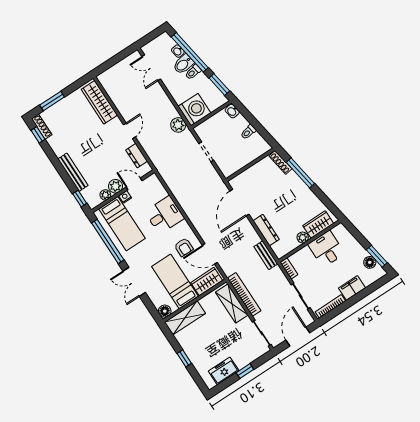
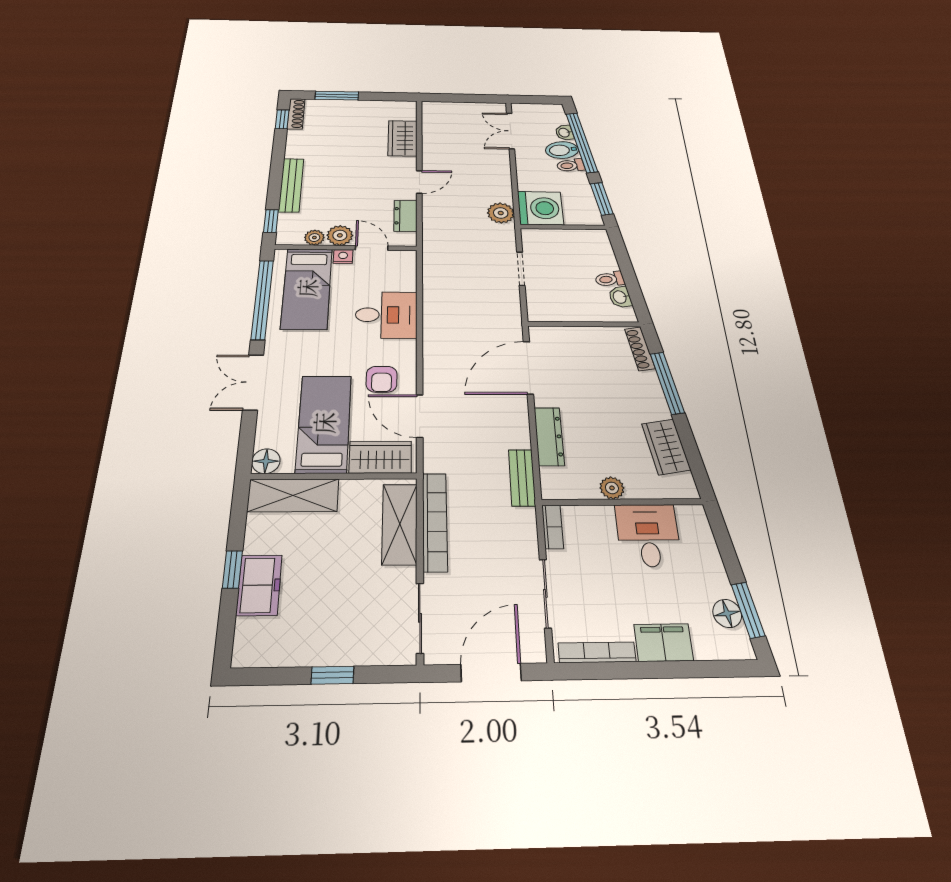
wardrobe: (99, 102) -> (403, 138), width x0.67
washbasin: (232, 111) -> (620, 297), moved
wardrobe: (318, 225) -> (666, 447), moved, turned -99
freezer: (224, 371) -> (259, 585), moved, turned 90

